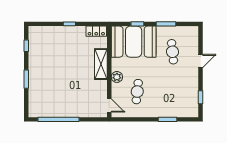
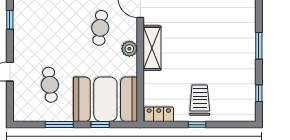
trolley: (68, 41) -> (200, 100), added
shelving: (101, 64) -> (152, 48), moved

